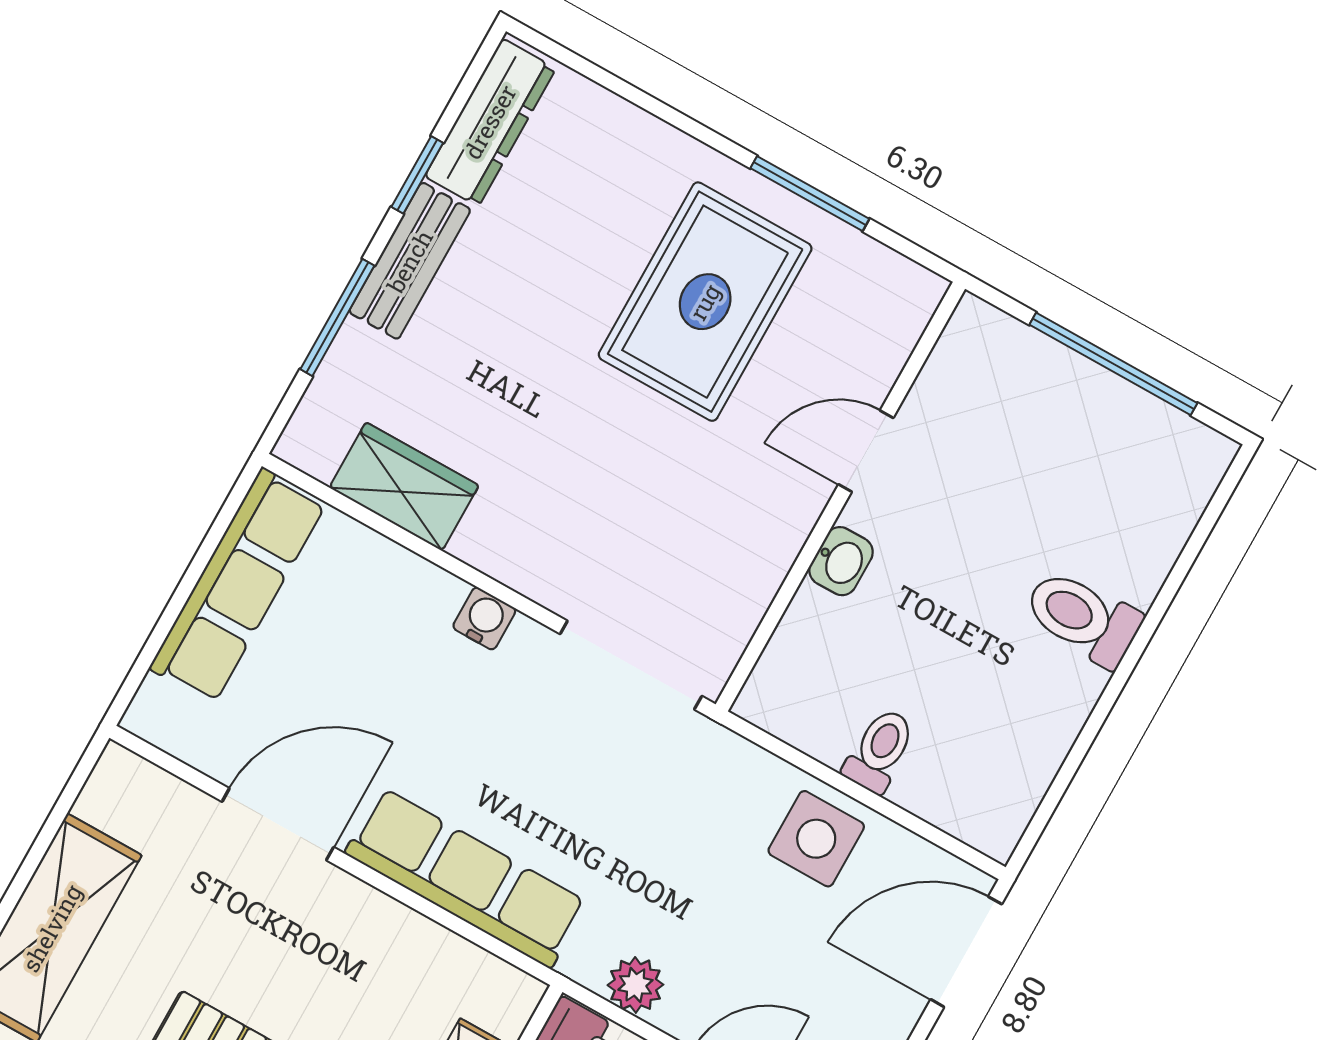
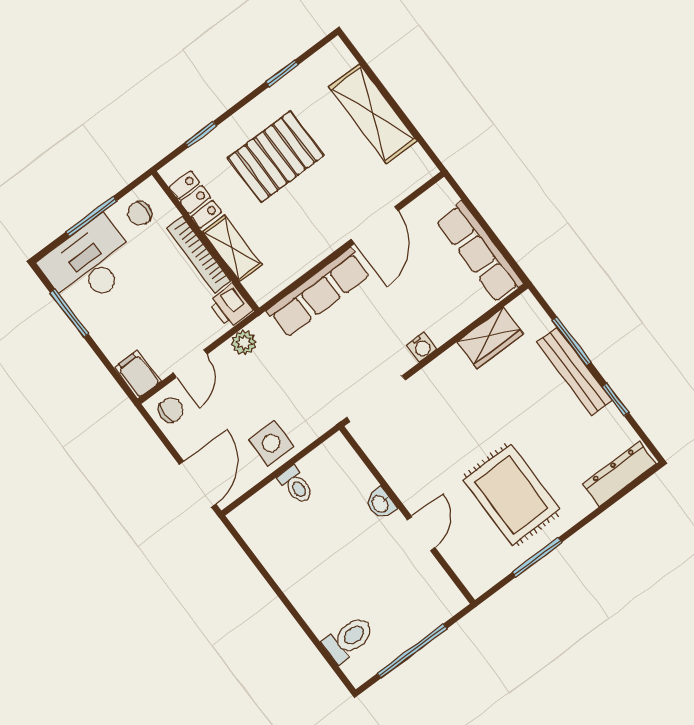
dresser: (490, 122) -> (620, 474), moved, turned 90
bench: (410, 261) -> (574, 371), width x1.36
toilet: (1083, 618) -> (349, 639), moved

